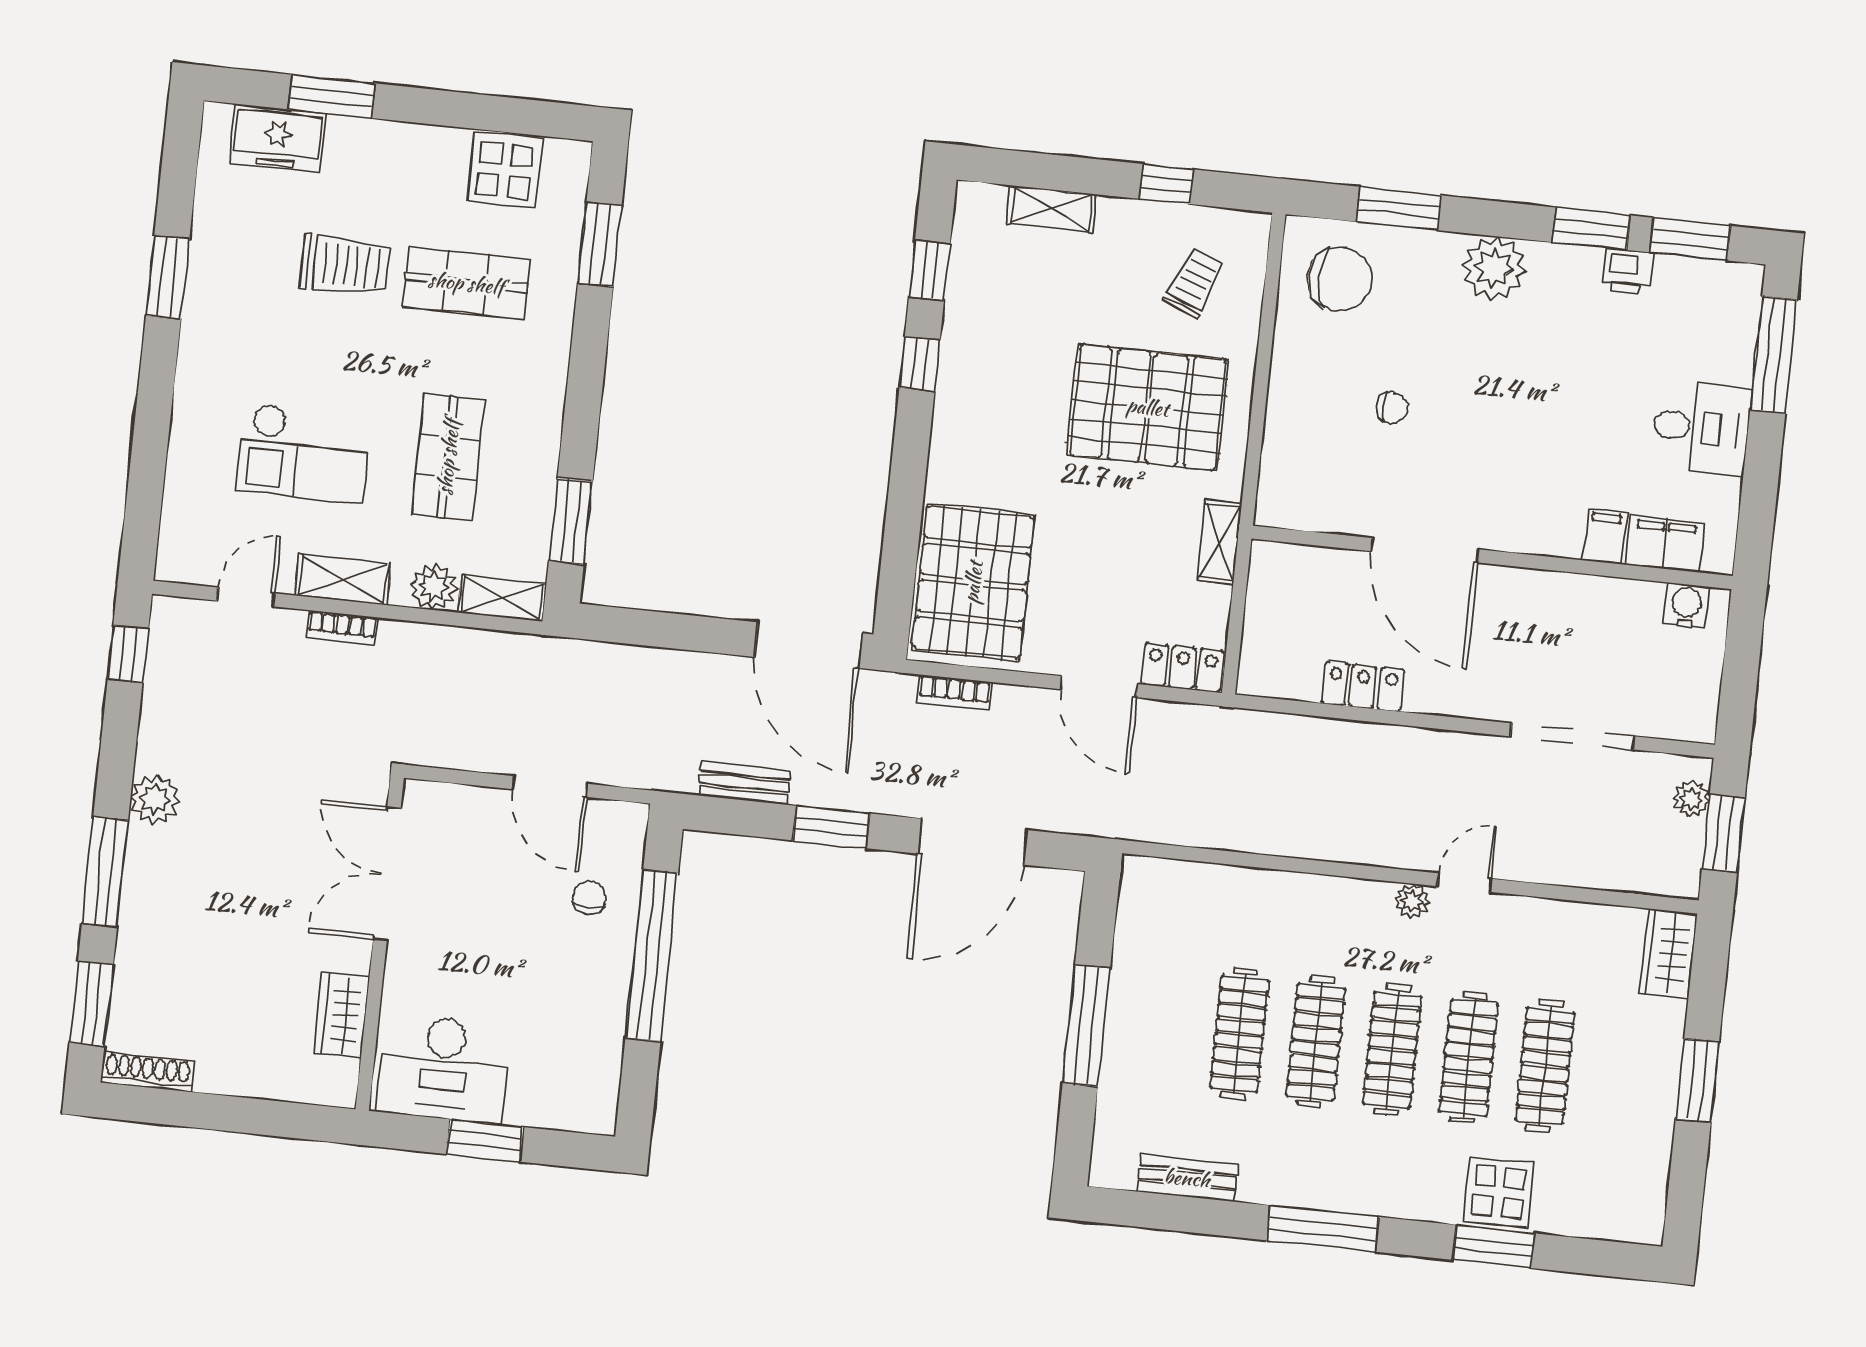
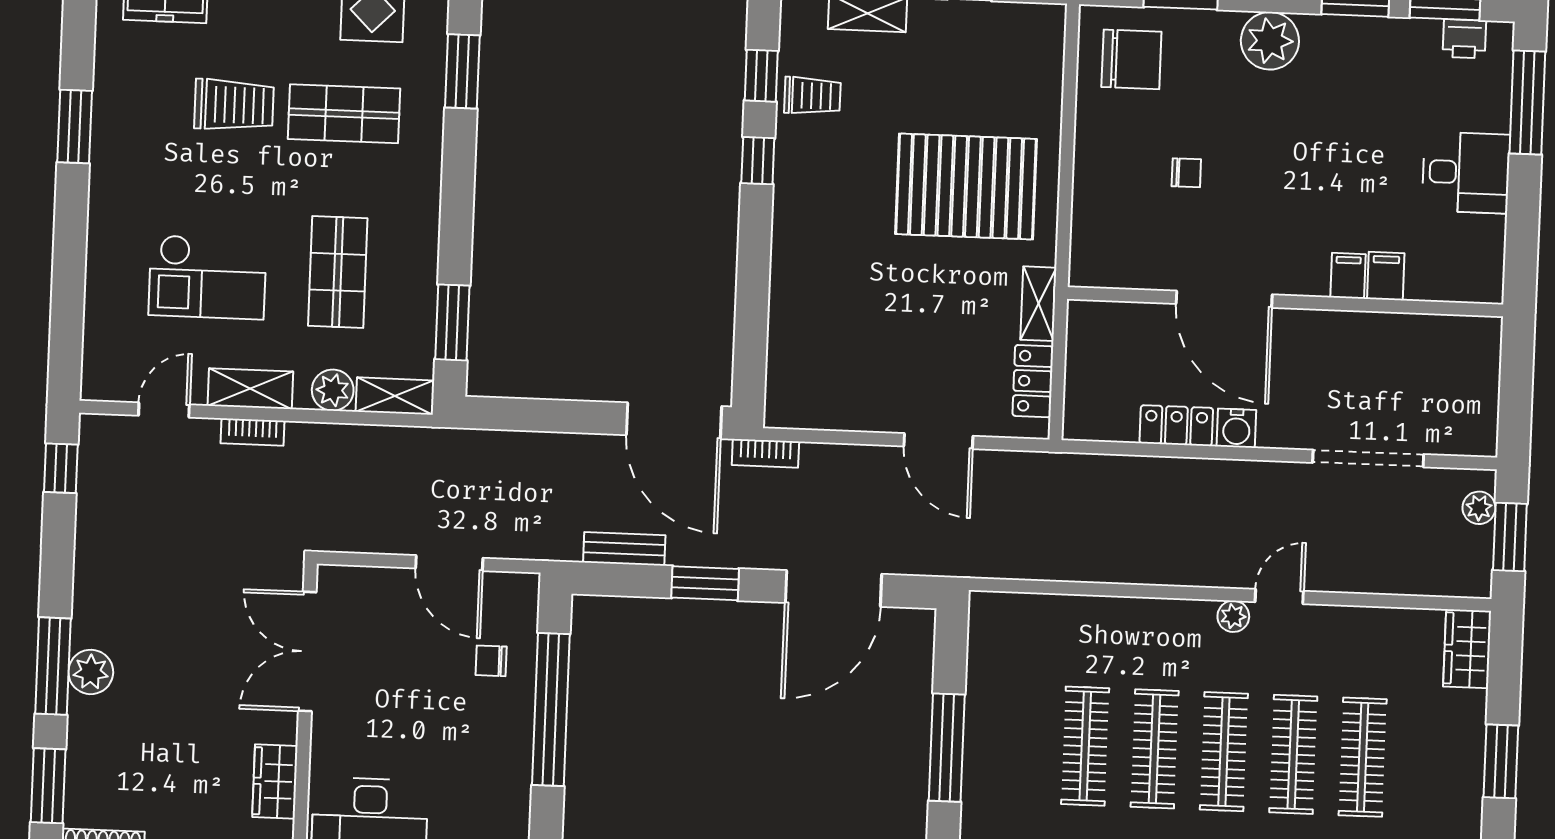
printer: (1627, 271) -> (1464, 39), moved
trolley: (1194, 283) -> (812, 96), moved, turned 68
filing cabinet: (1665, 544) -> (1348, 276), moved, width x0.50
pallet: (973, 582) -> (819, 354), removed
water cooler: (1686, 606) -> (1236, 428), moved, turned 180
locker: (1183, 668) -> (1033, 381), moved, turned -90
bookcase: (954, 693) -> (765, 453), moved
plant: (155, 799) -> (91, 672), moved
chair: (589, 897) -> (491, 661), turned -90

